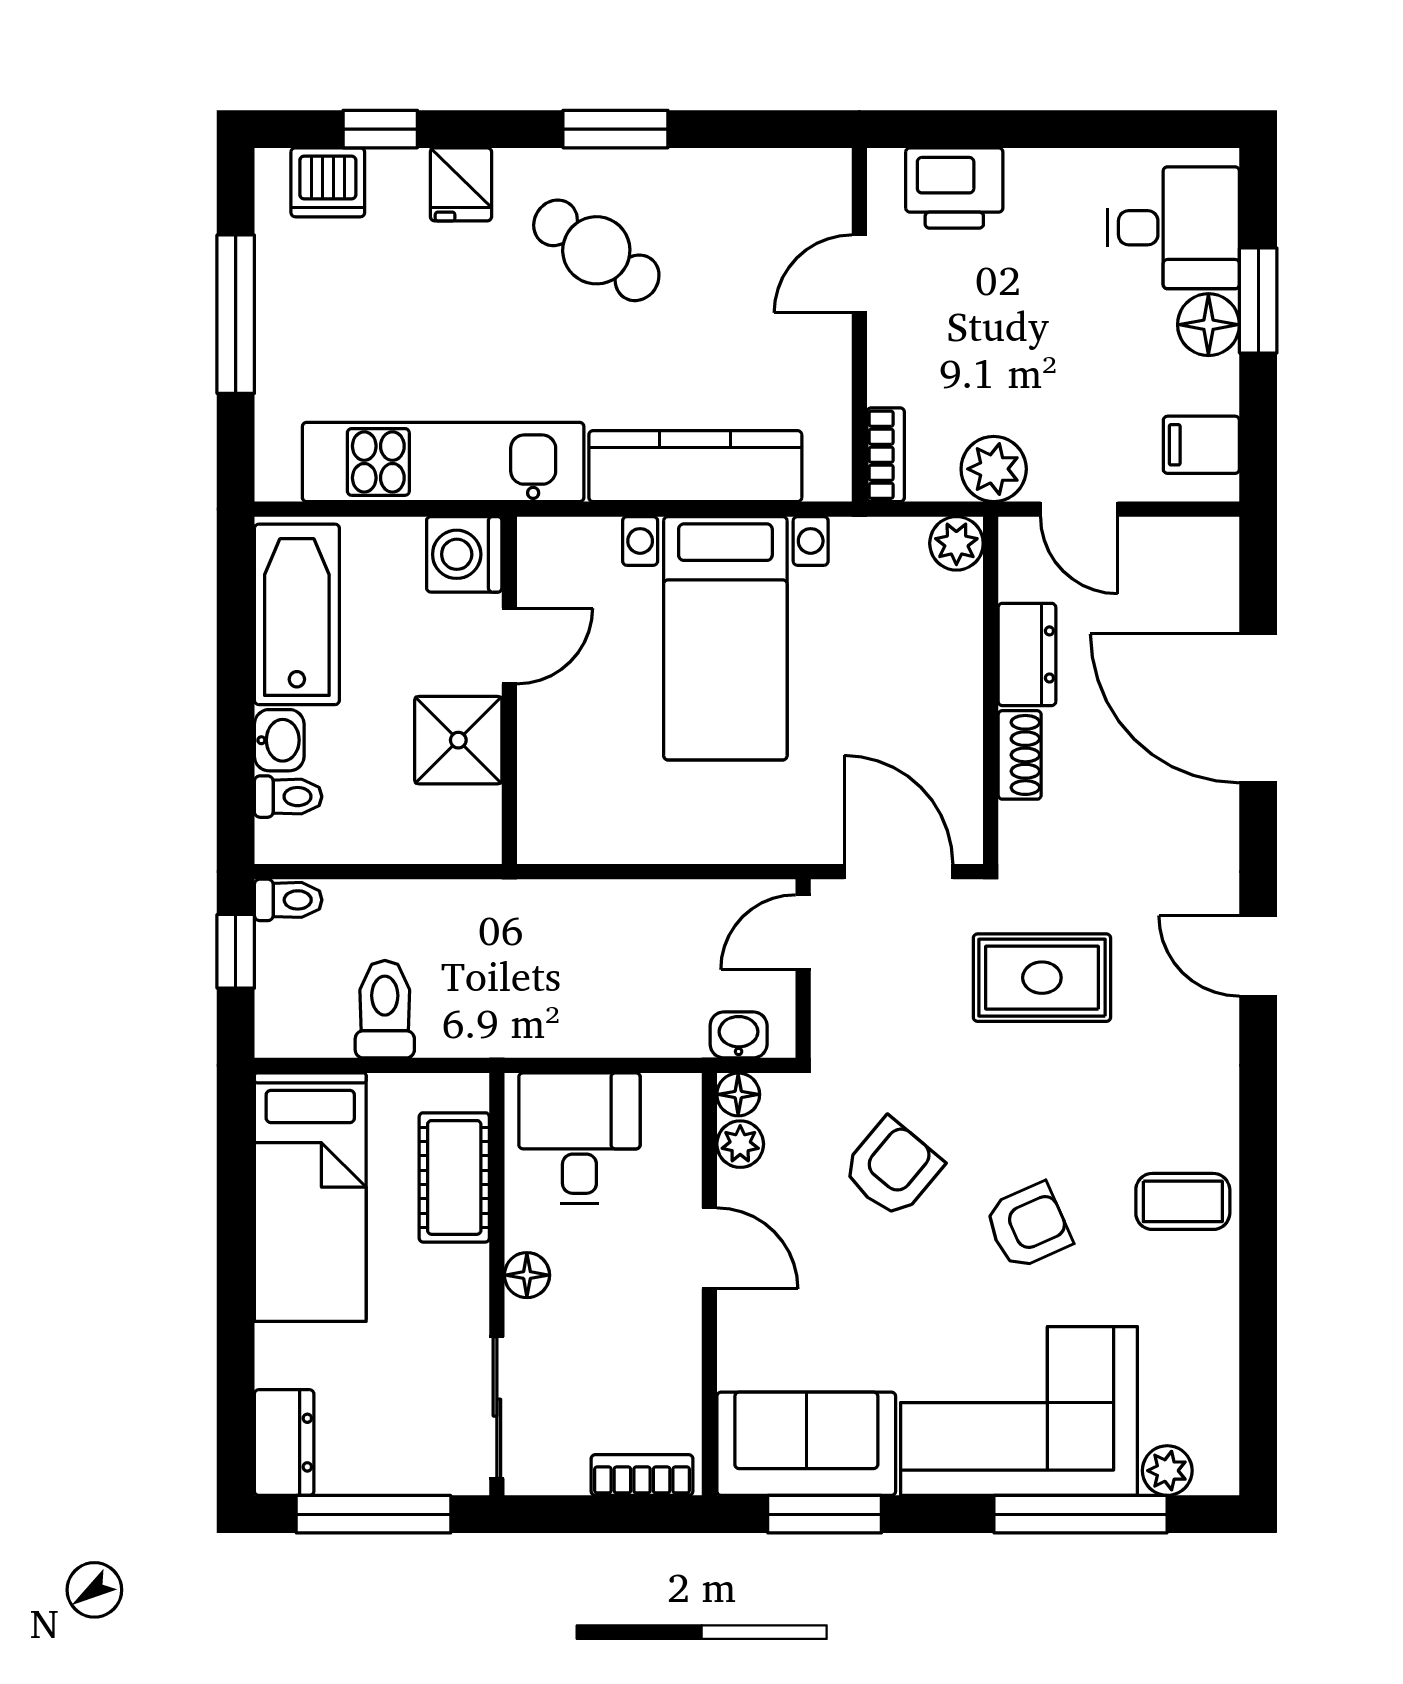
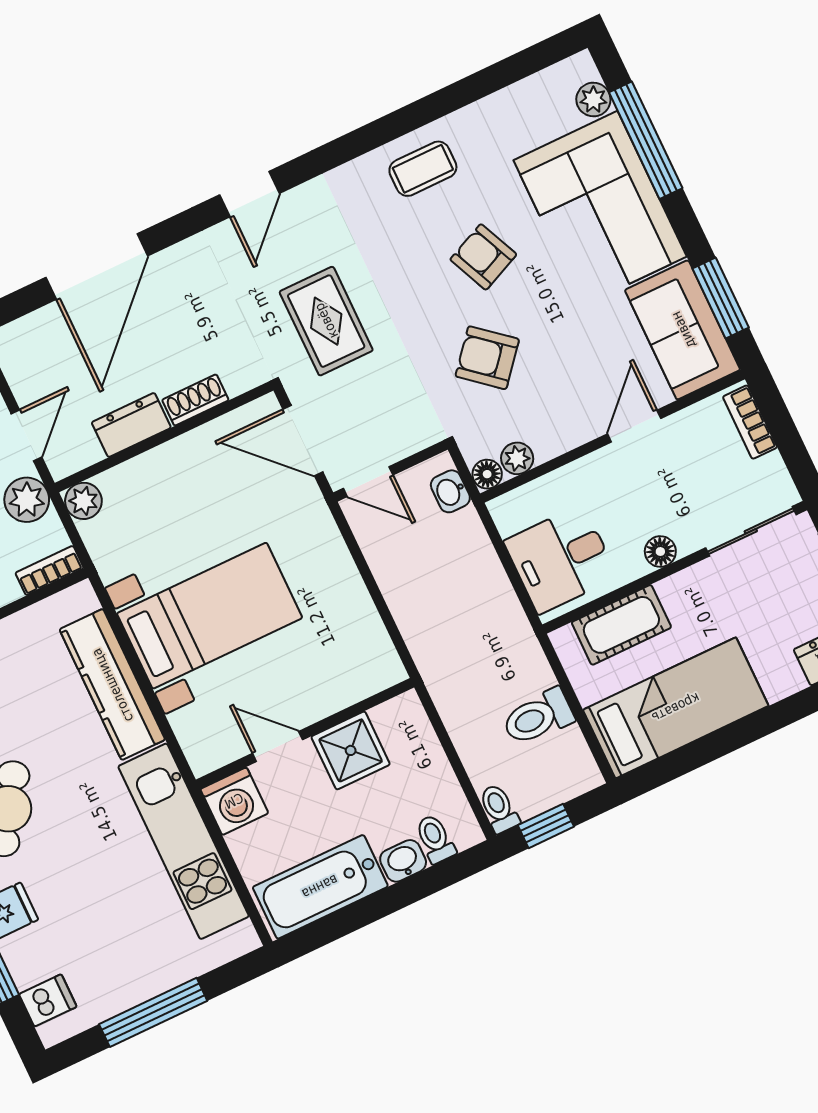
dishwasher: (328, 182) -> (48, 1000), width x0.73
door: (898, 872) -> (303, 441), hinge flipped
coffee table: (1183, 1201) -> (423, 169), turned 90
door: (709, 1248) -> (634, 426), moved

